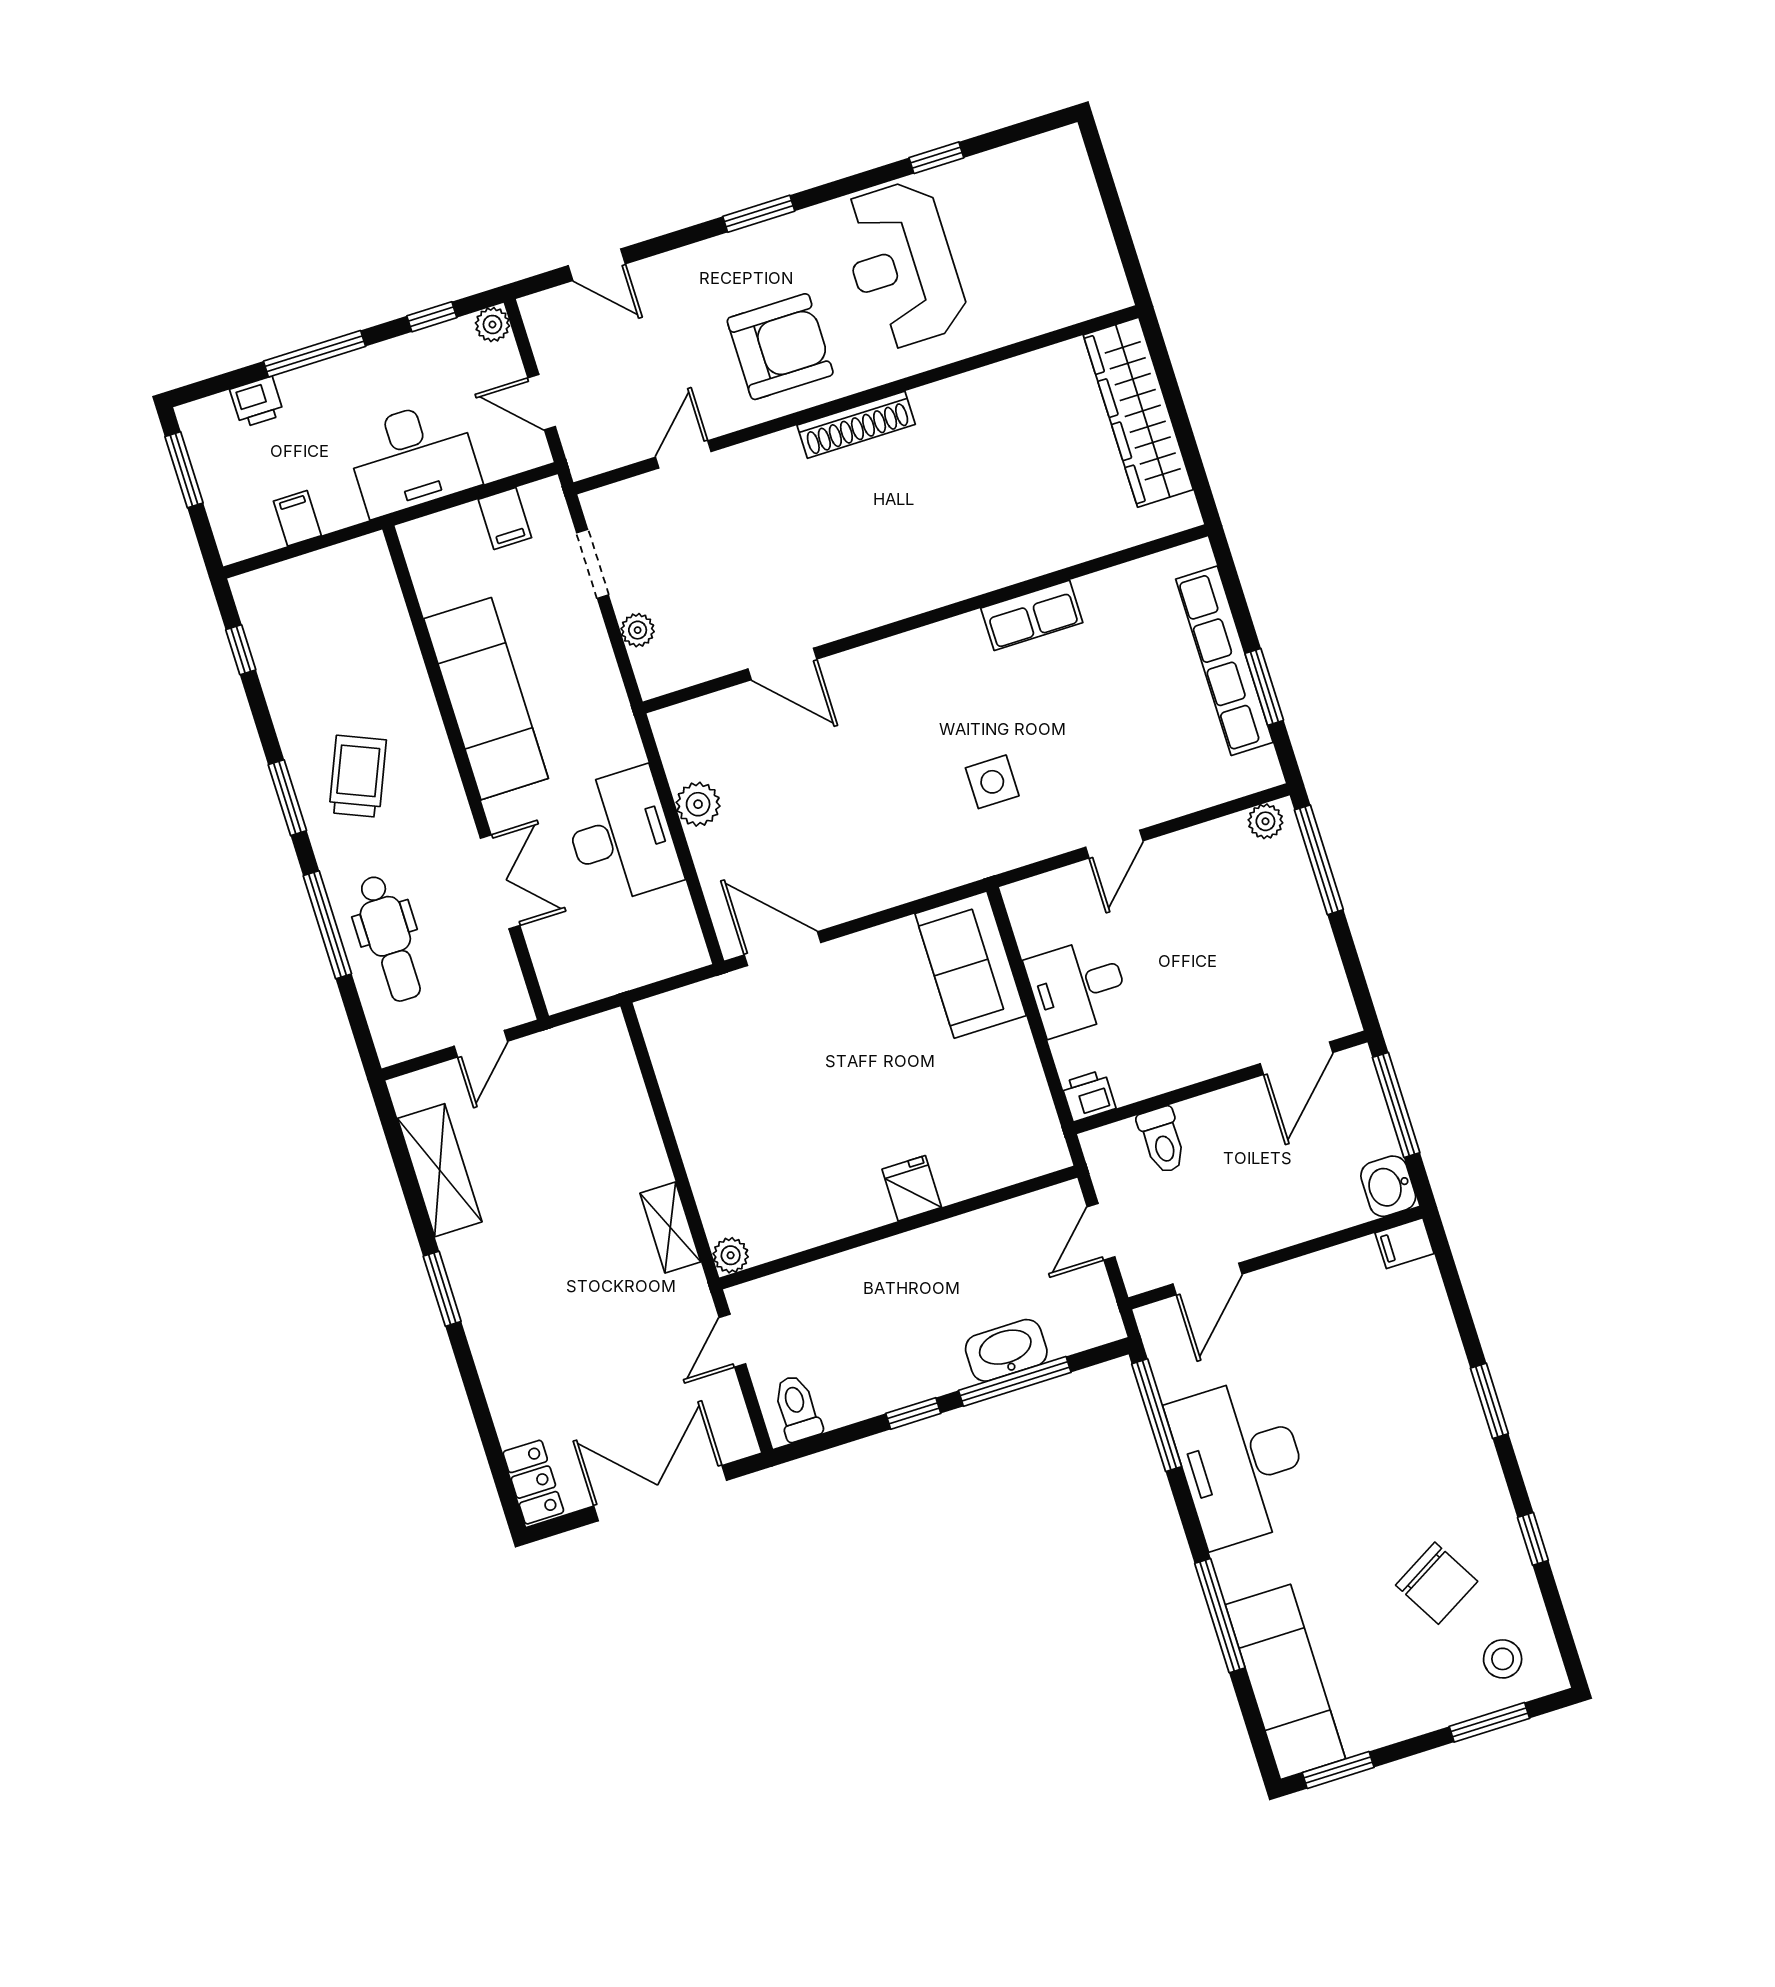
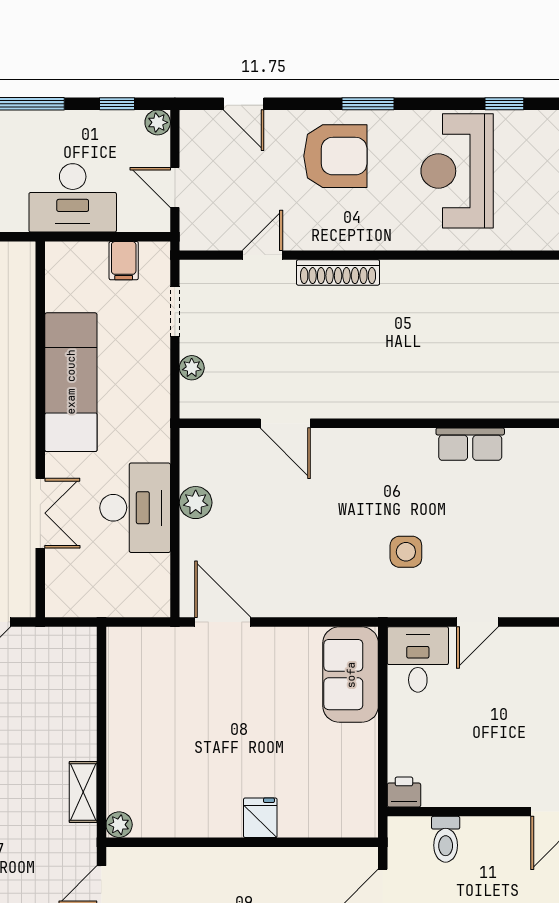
armchair: (780, 347) -> (335, 156), moved
shoe rack: (856, 425) -> (338, 272), moved
desk: (1077, 987) -> (418, 659), moved, turned 90

